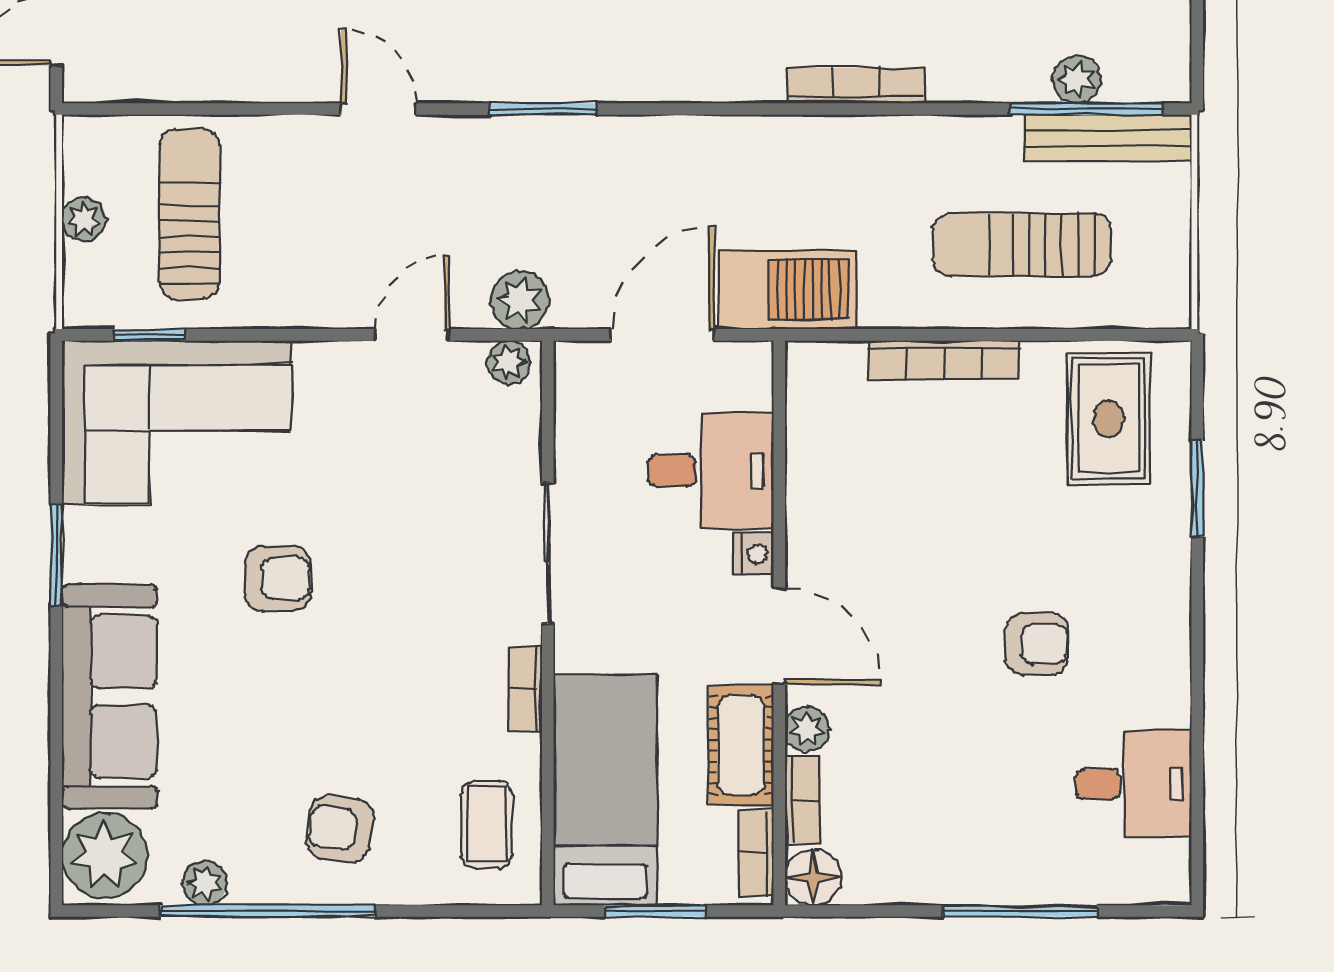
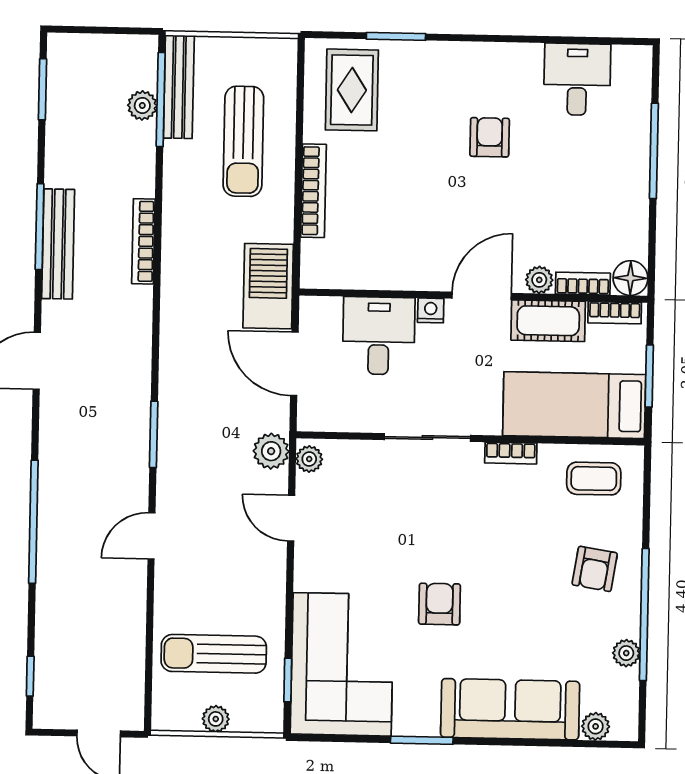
rug: (1109, 419) -> (352, 90), turned 90
plant: (104, 856) -> (596, 726), width x0.53, depth x0.53

